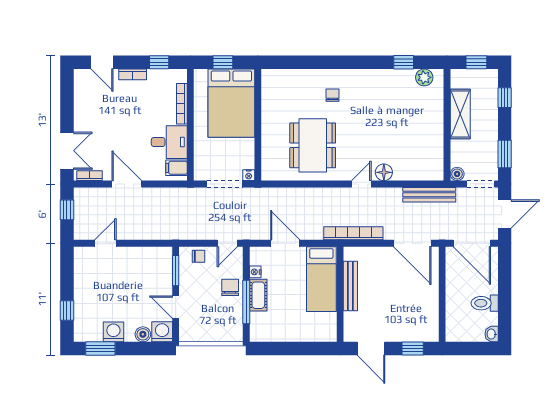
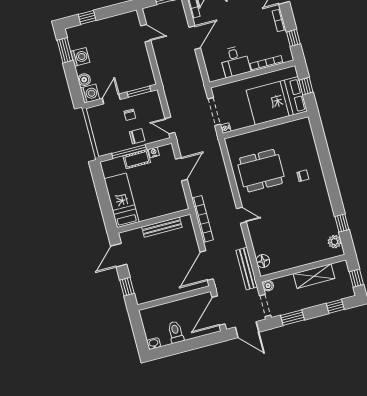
filing cabinet: (177, 168) -> (217, 72), removed
floor lamp: (384, 172) -> (263, 261), moved
chair: (199, 256) -> (130, 115), moved
bed: (321, 279) -> (122, 200), moved, turned 90

